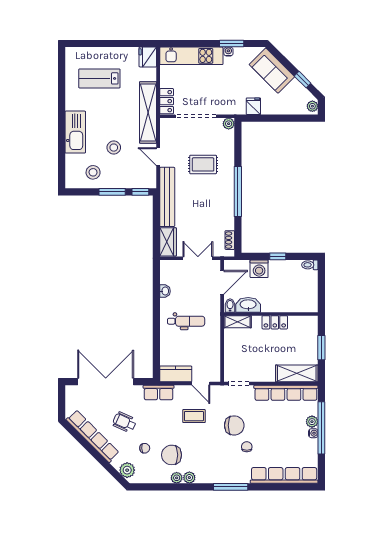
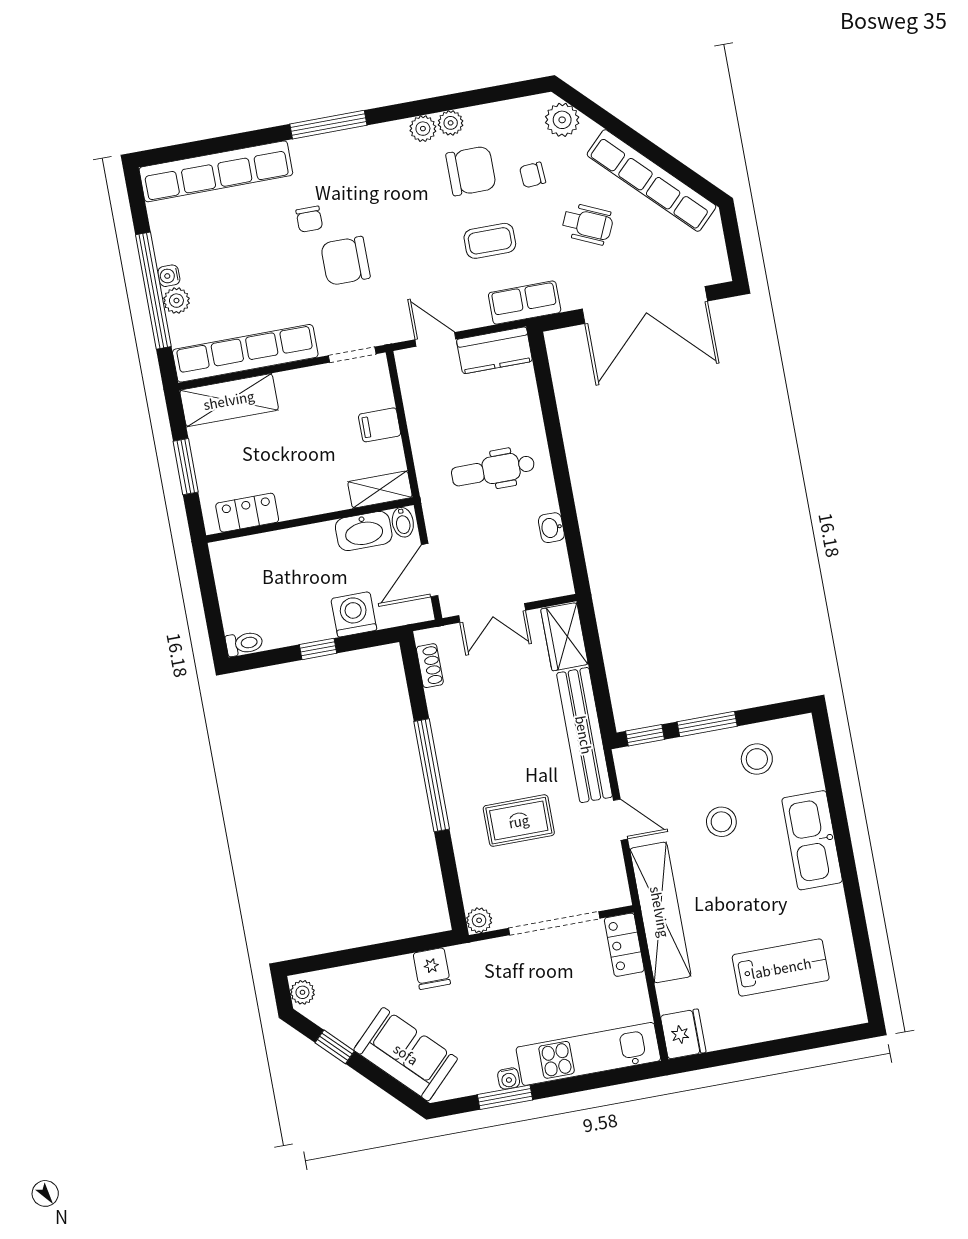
locker: (275, 322) -> (247, 513), moved
filing cabinet: (232, 350) -> (380, 425), added
coffee table: (194, 416) -> (490, 241), moved

